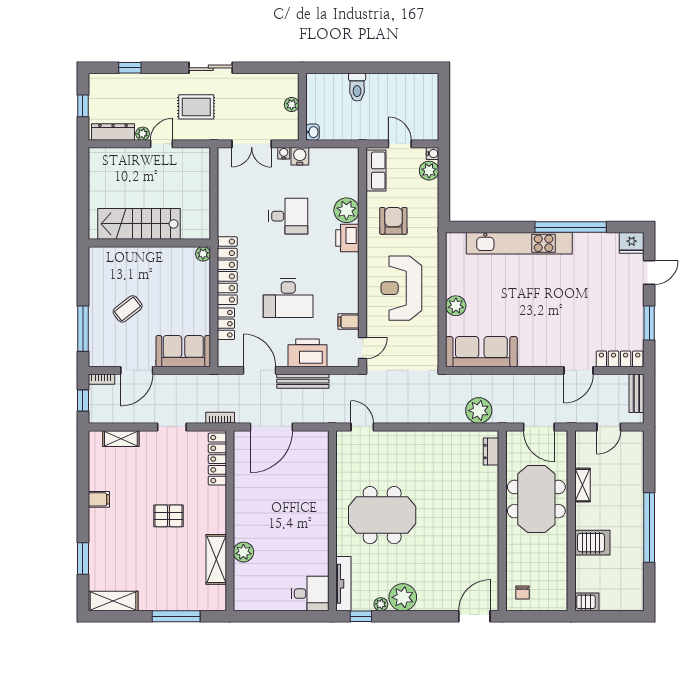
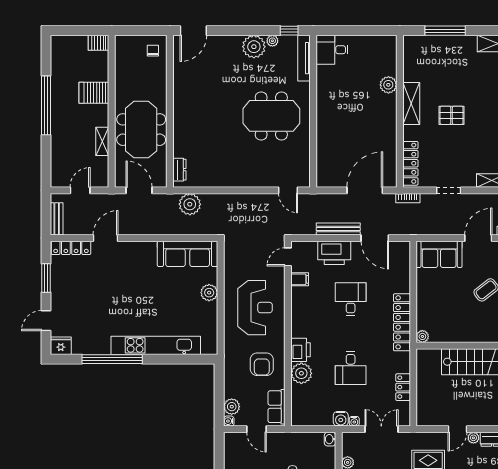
desk: (288, 216) -> (351, 368), turned -90
desk: (288, 298) -> (351, 299), width x0.73
locker: (226, 324) -> (403, 387), moved
shelving: (216, 559) -> (411, 104), moved

